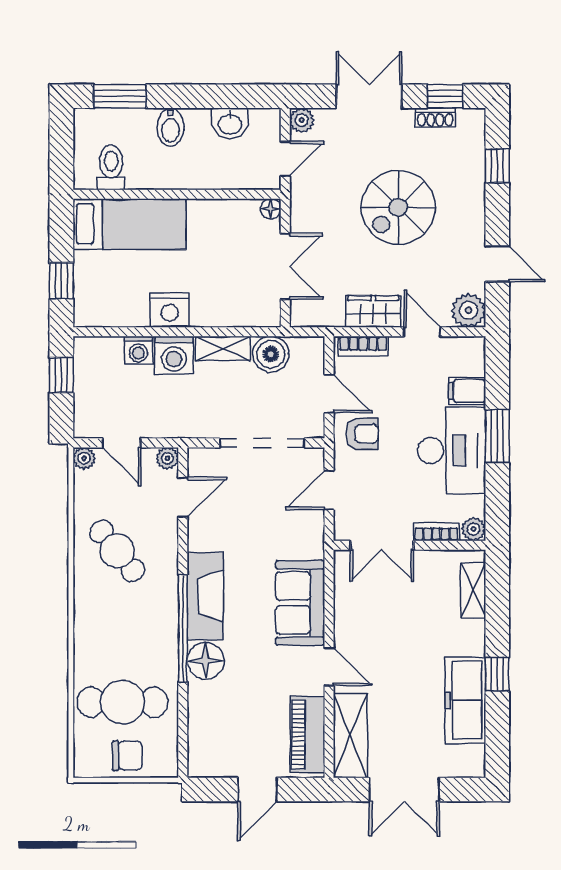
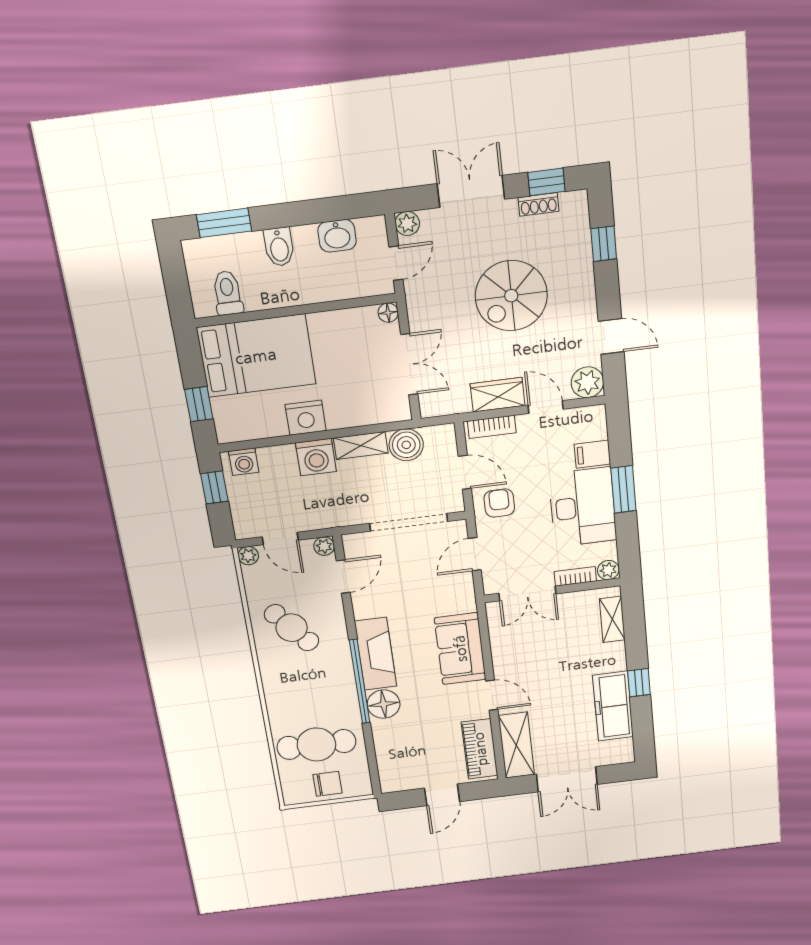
bed: (129, 224) -> (256, 356), width x1.50
washing machine: (138, 350) -> (244, 462), moved
armchair: (362, 434) -> (499, 503), turned -90

